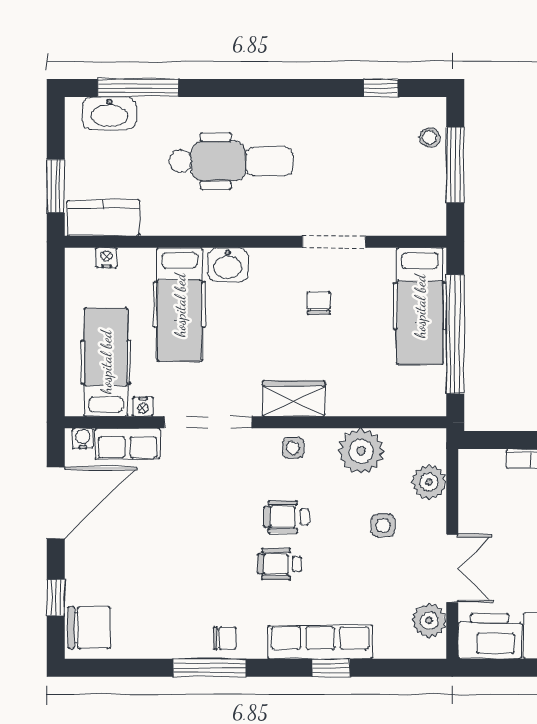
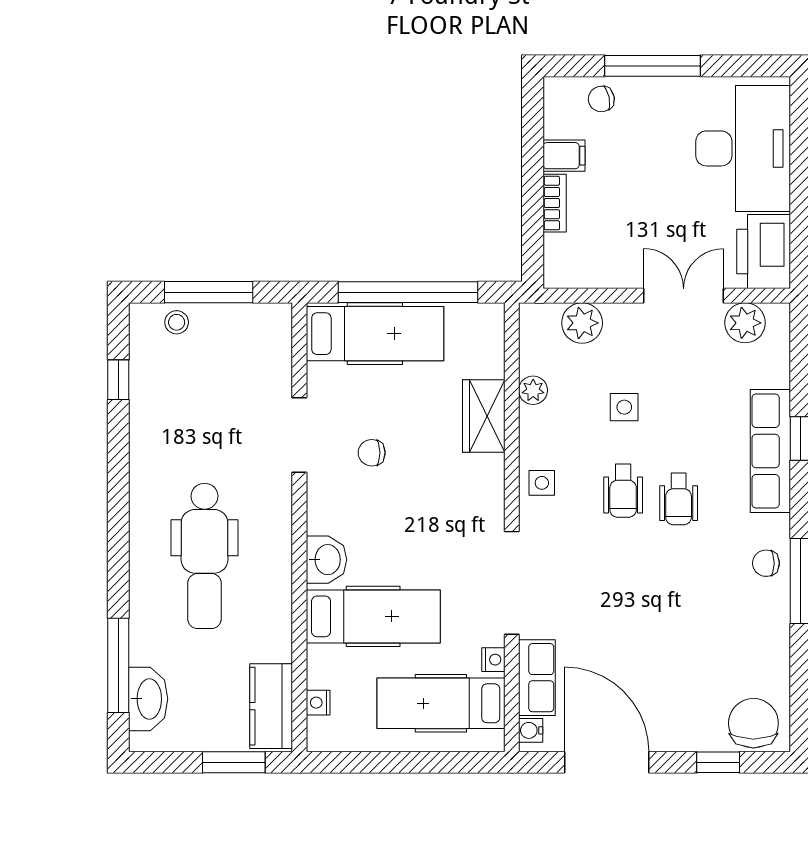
dental chair: (231, 161) -> (204, 556), turned 180
wardrobe: (294, 398) -> (484, 416), moved
plant: (361, 451) -> (533, 390), width x0.53, depth x0.53
side table: (383, 525) -> (624, 407), moved
chair: (225, 638) -> (766, 563), turned -90

